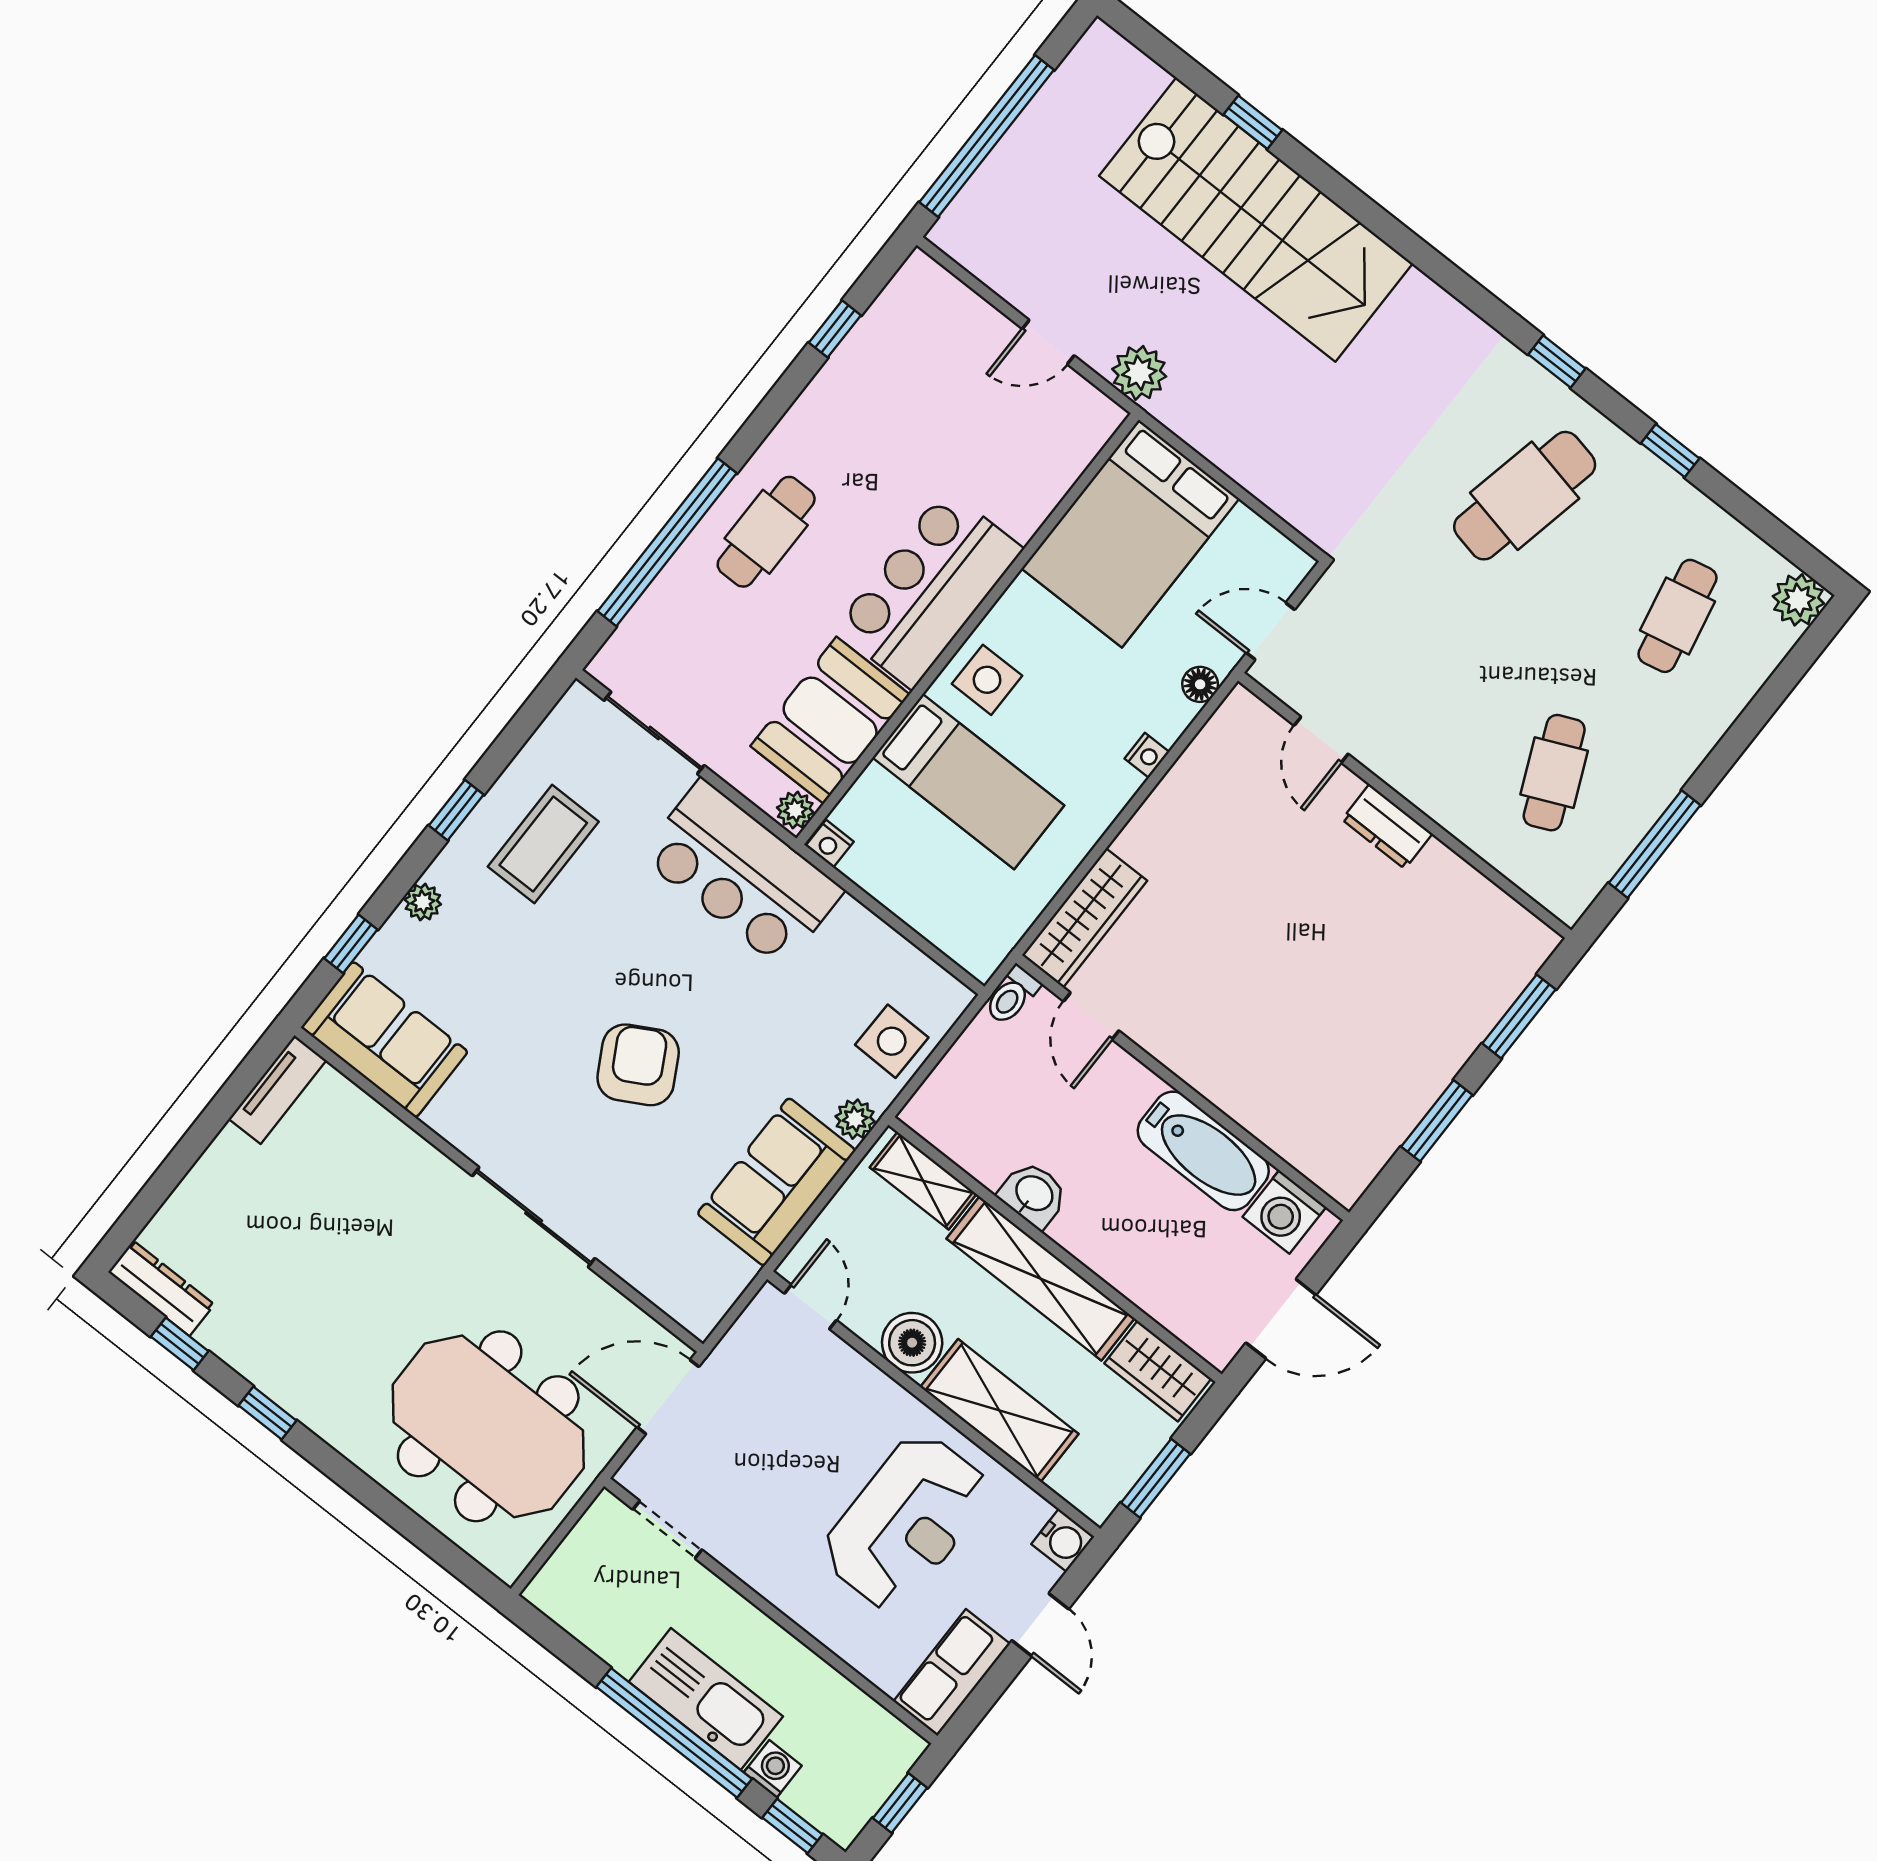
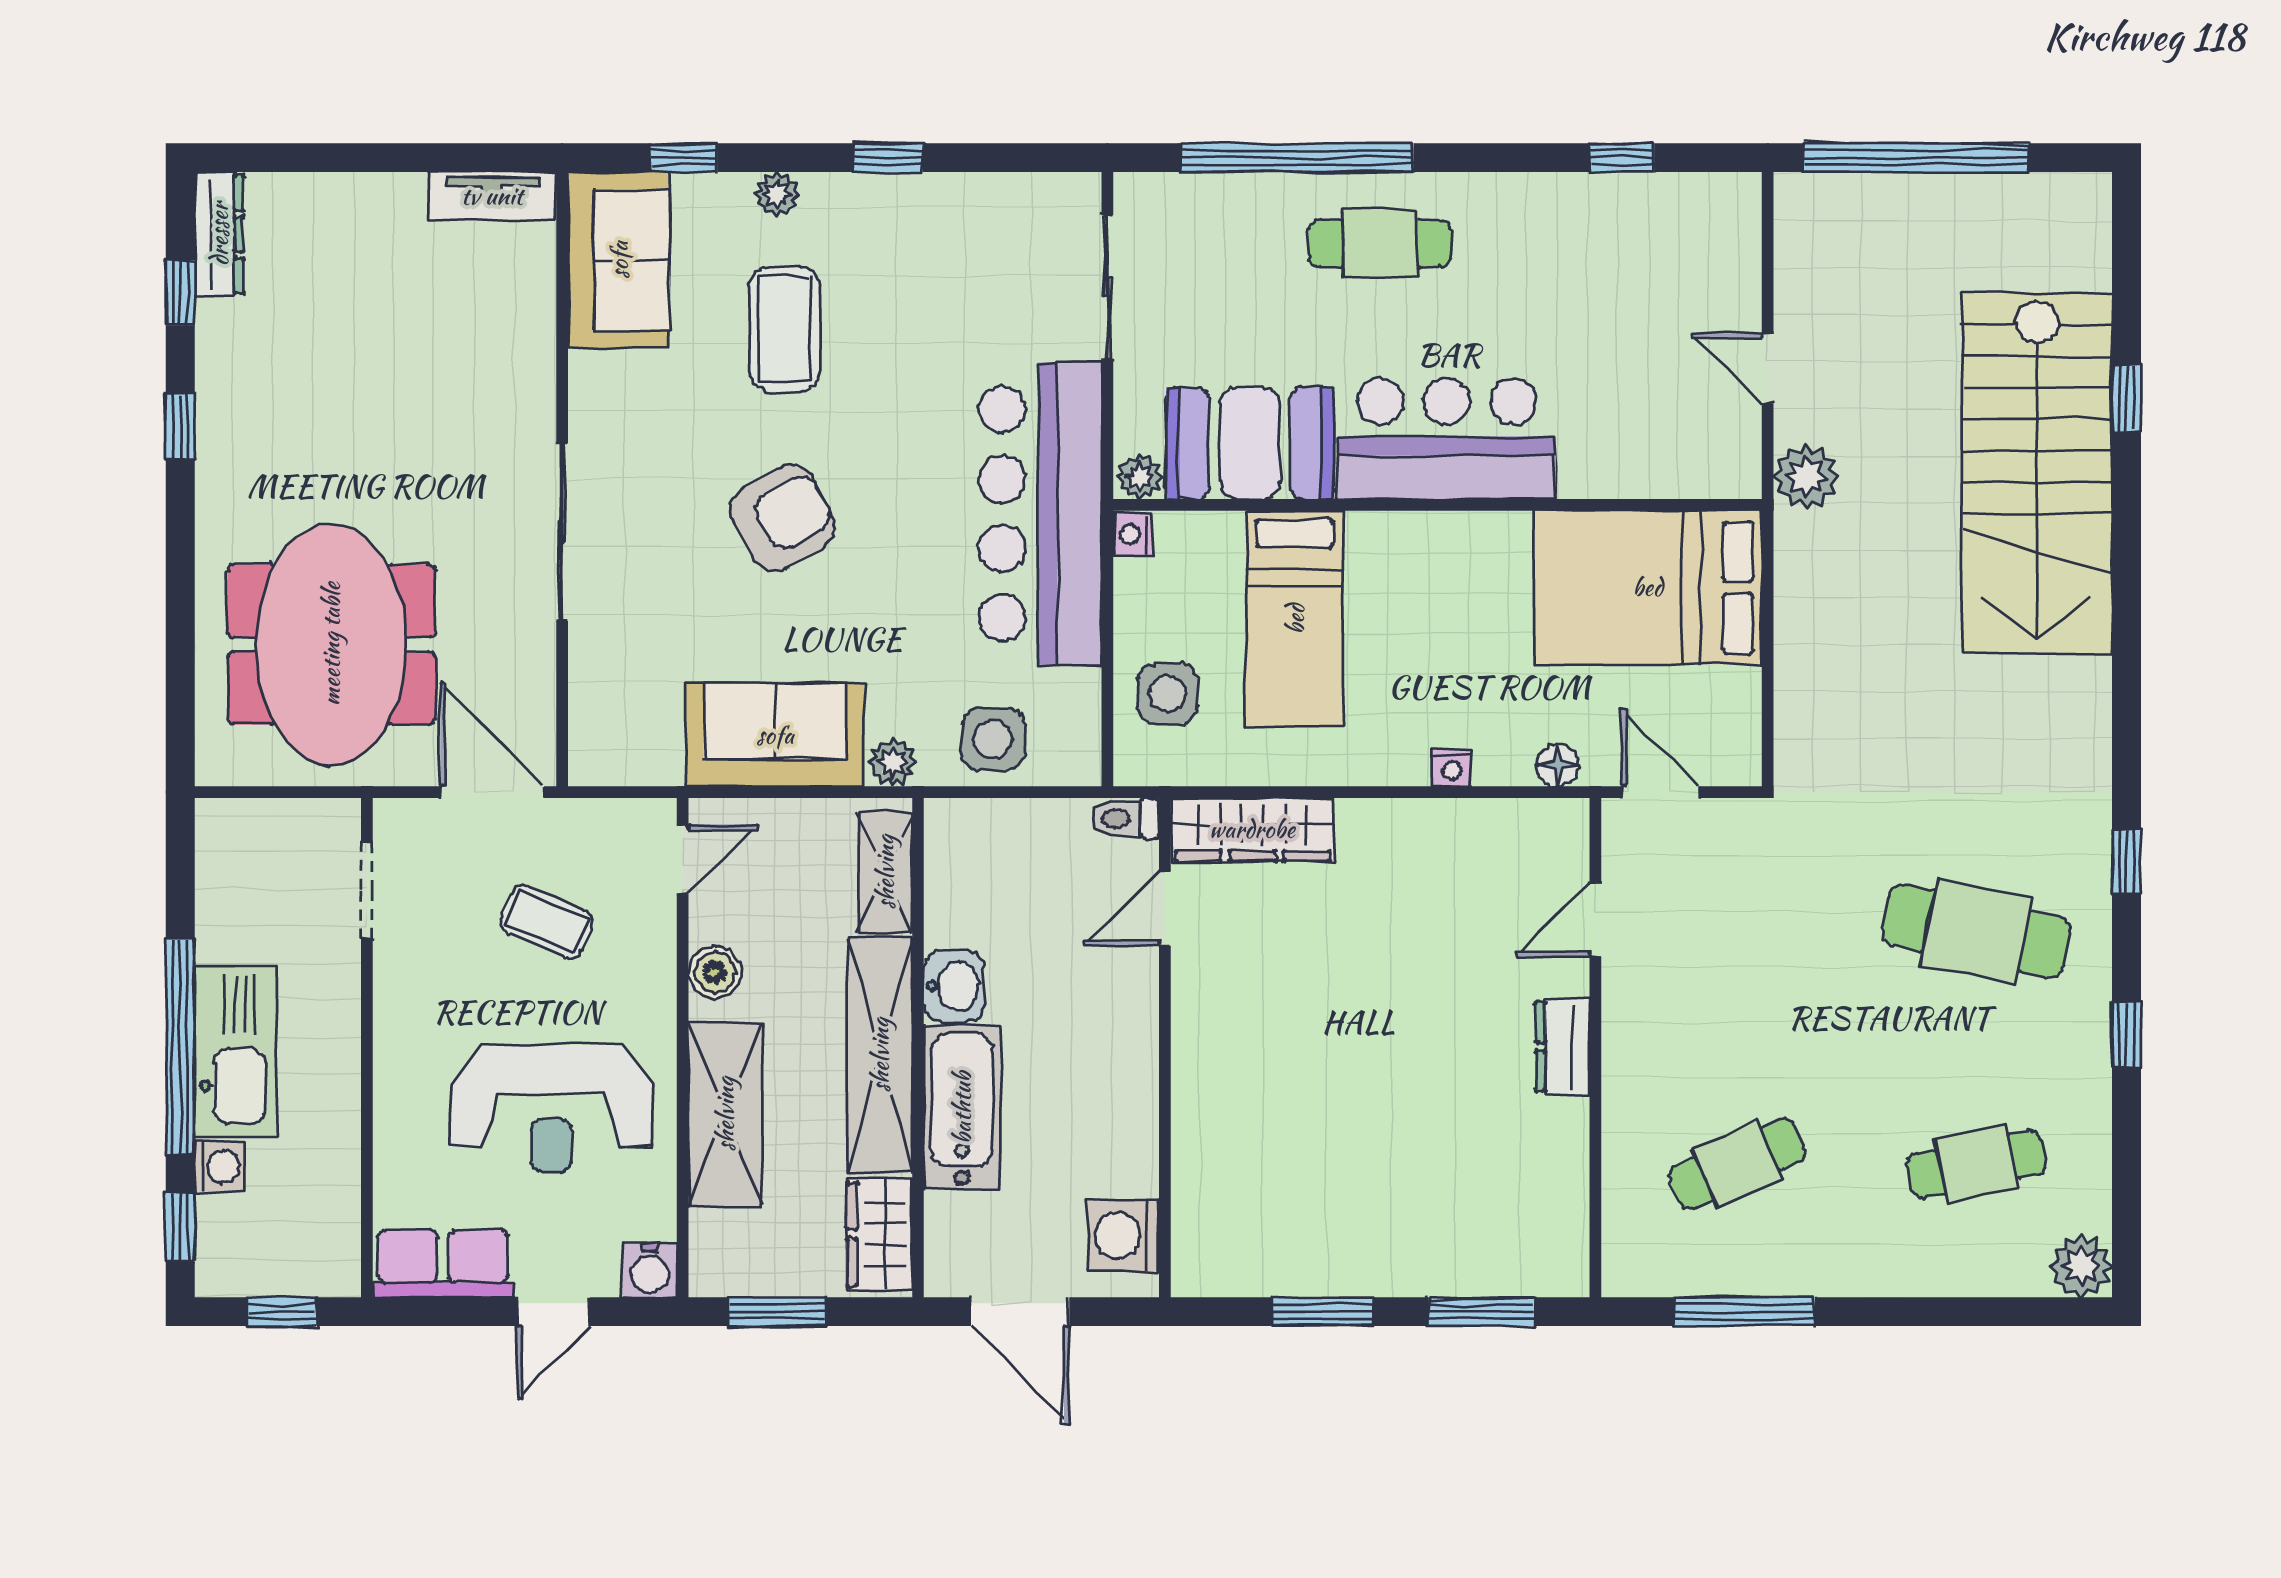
side table: (987, 680) -> (1168, 694), moved
coffee table: (543, 844) -> (784, 329), moved, turned 90
bar counter: (742, 873) -> (1040, 514), width x1.36
bathtub: (1203, 1151) -> (962, 1108), moved, turned 180
boiler: (912, 1343) -> (715, 972), width x0.73, depth x0.73
coffee table: (781, 1428) -> (547, 922), added

